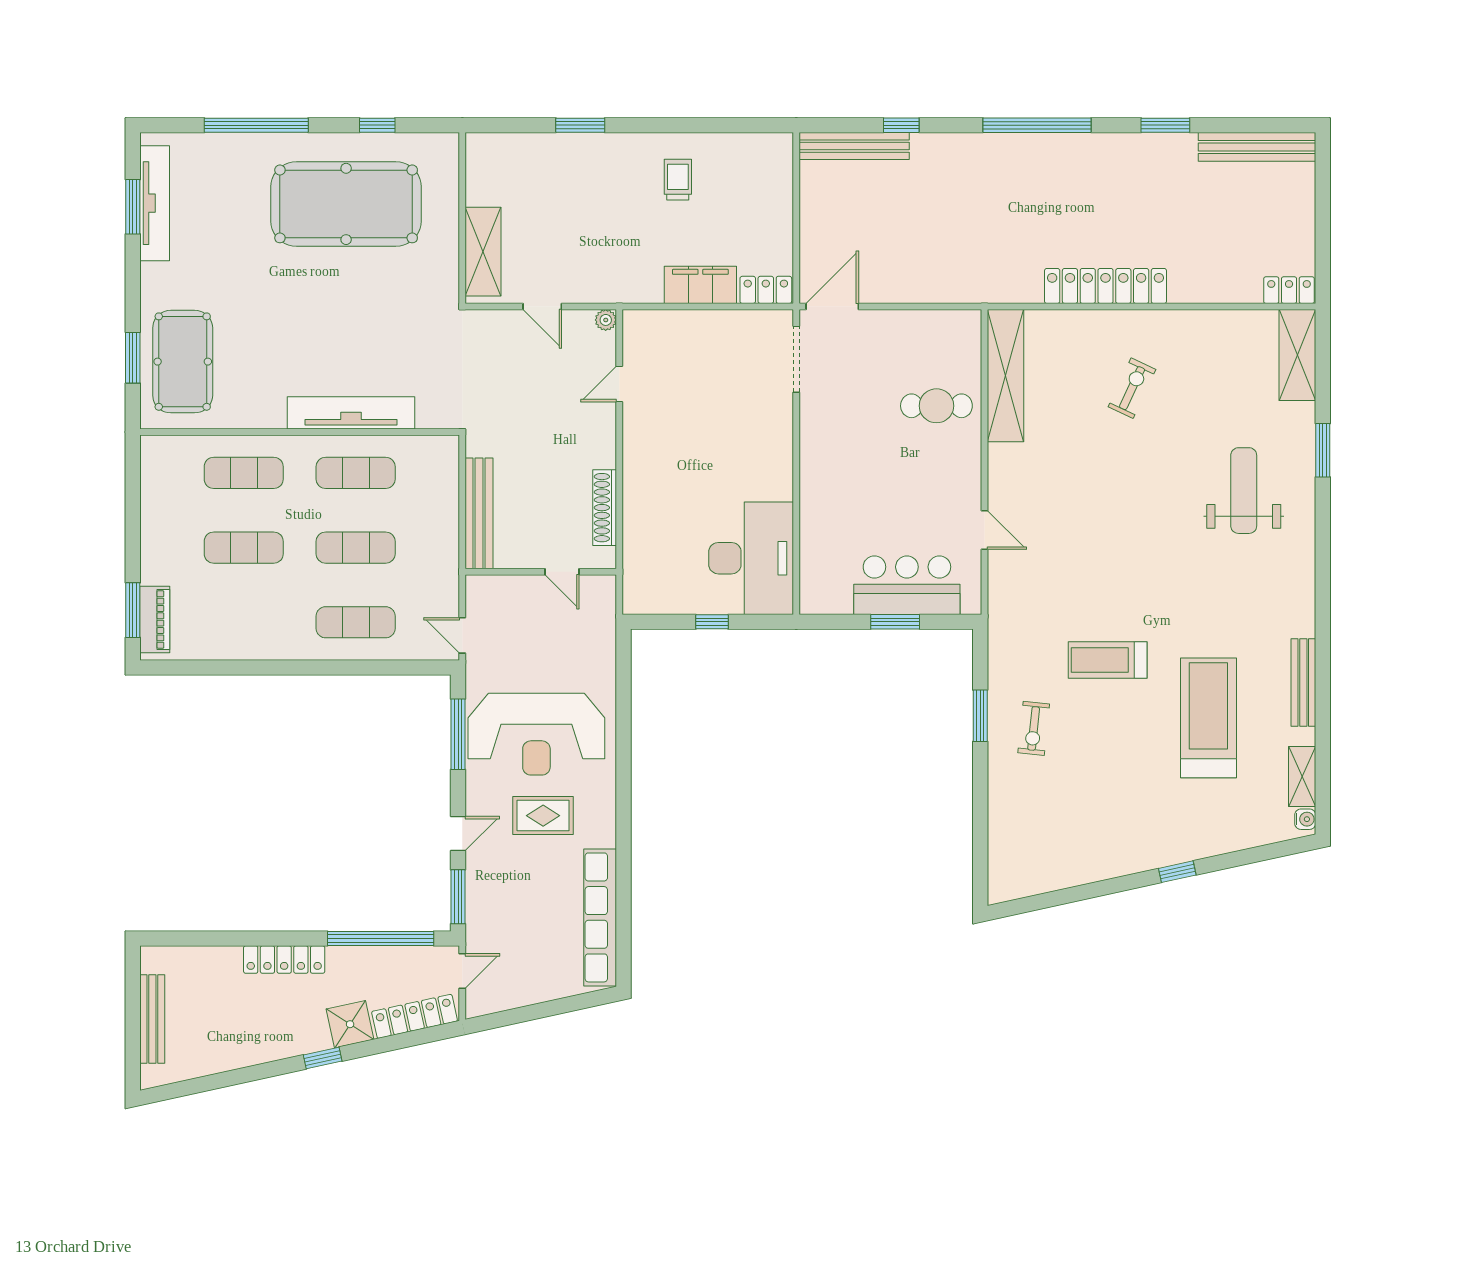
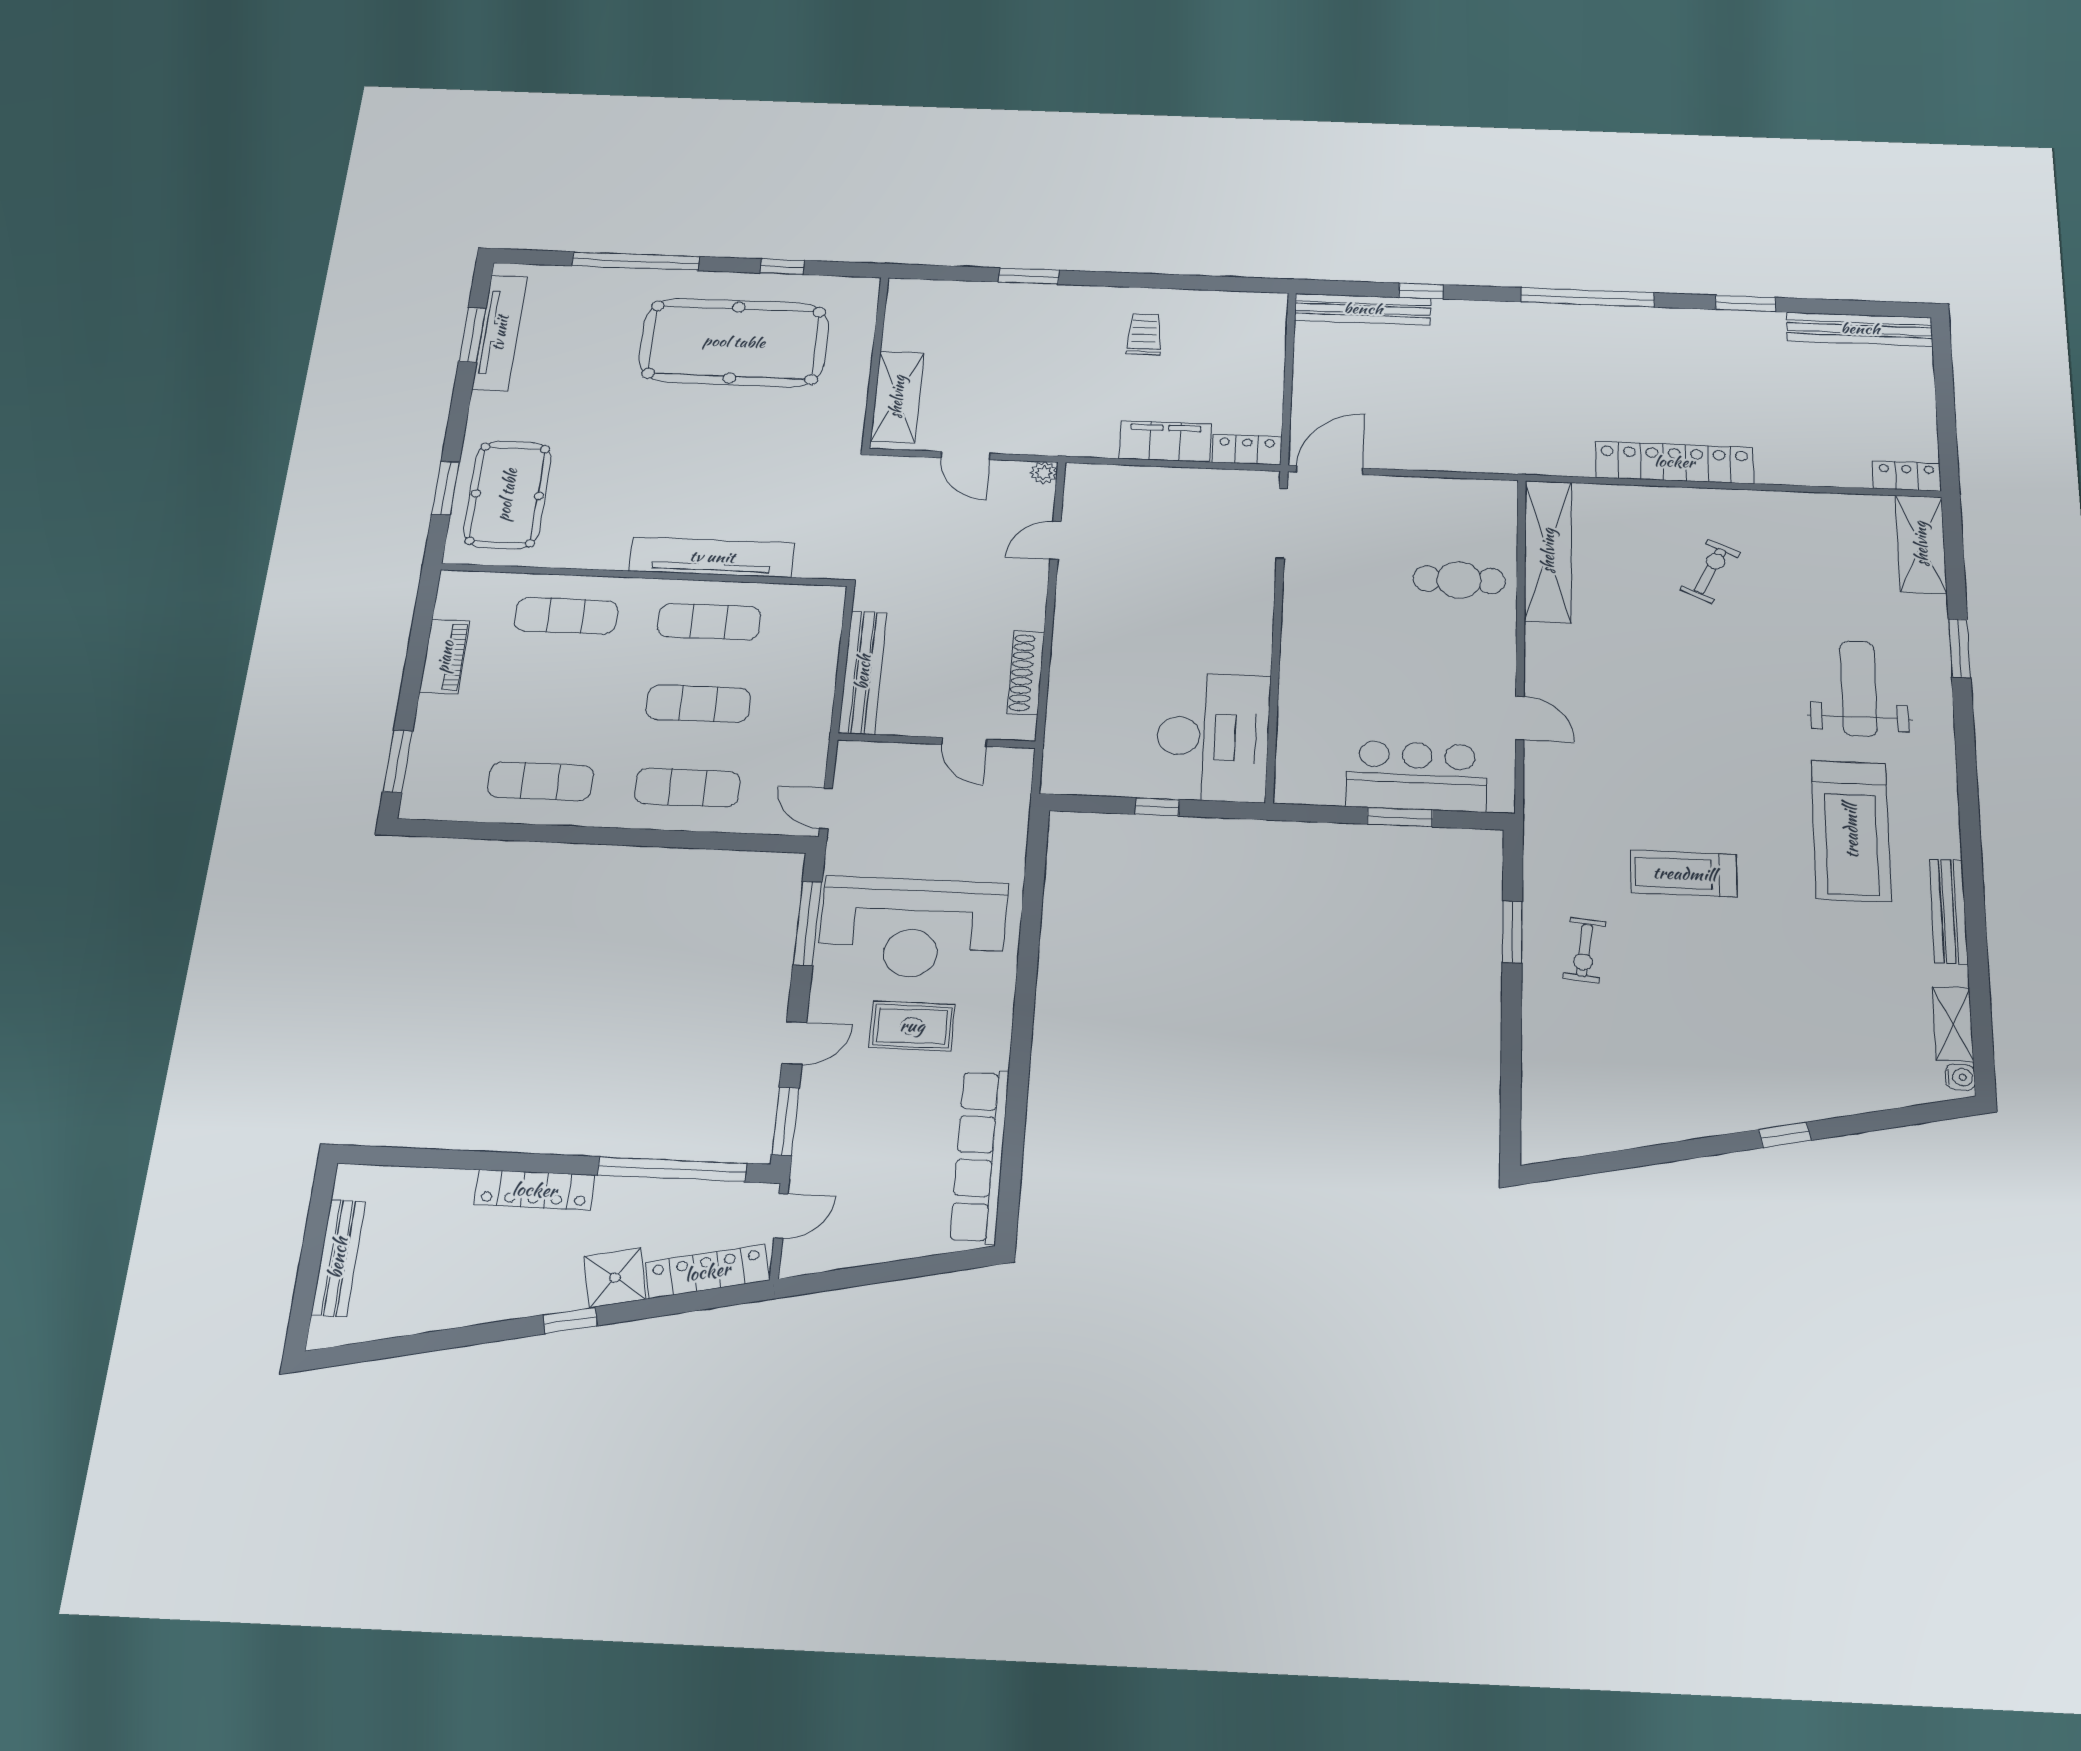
exercise mat: (244, 548) -> (541, 781), moved
piano: (155, 619) -> (445, 657), moved
treadmill: (1208, 718) -> (1851, 831), moved, turned 180

